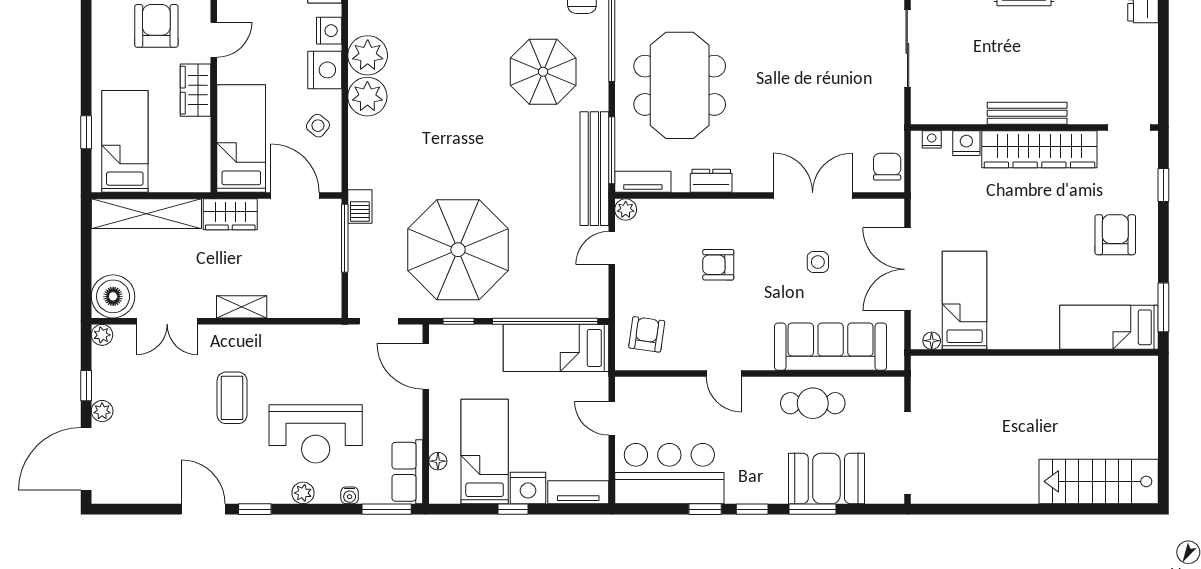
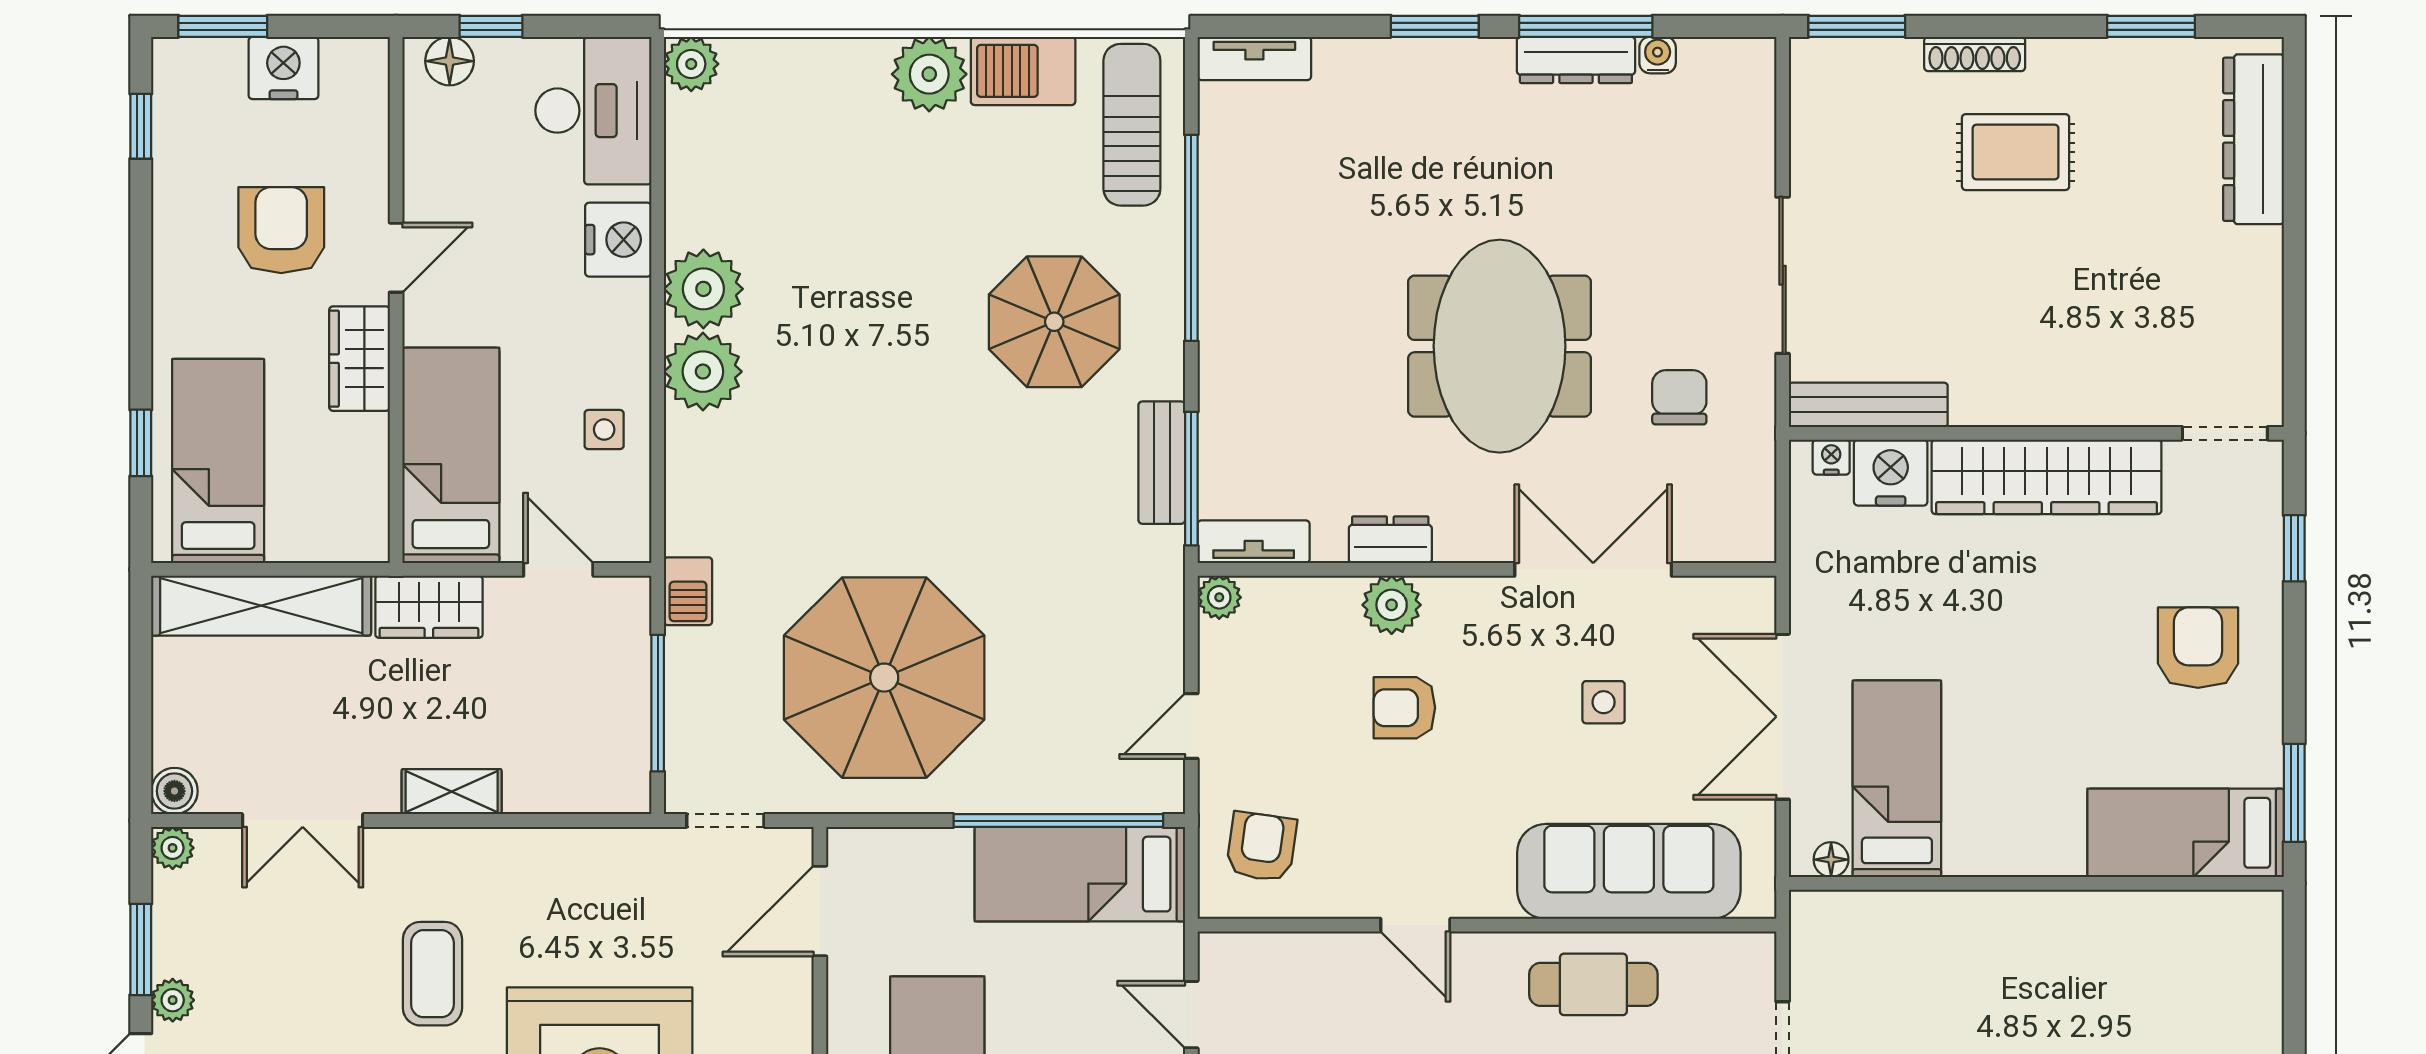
nightstand: (329, 31) -> (618, 240), width x1.36, depth x1.33
nightstand: (325, 70) -> (618, 318), removed
meeting table: (680, 85) -> (1500, 346), moved
bench: (1027, 113) -> (1868, 405), moved
side table: (318, 126) -> (604, 430), turned -38
nightstand: (966, 143) -> (1891, 473), width x1.36, depth x1.33
chair: (887, 167) -> (1679, 397), moved
bench: (594, 169) -> (1162, 463), width x0.54, depth x0.82
door: (295, 196) -> (558, 569), width x0.73
plant: (712, 213) -> (1392, 605), added
window: (345, 238) -> (658, 703), moved
door: (612, 248) -> (1191, 726), moved
boiler: (113, 296) -> (174, 791), width x0.54, depth x0.54
window: (458, 321) -> (885, 821), removed
door: (426, 366) -> (820, 911), hinge flipped
window: (86, 386) -> (141, 949), width x1.50

